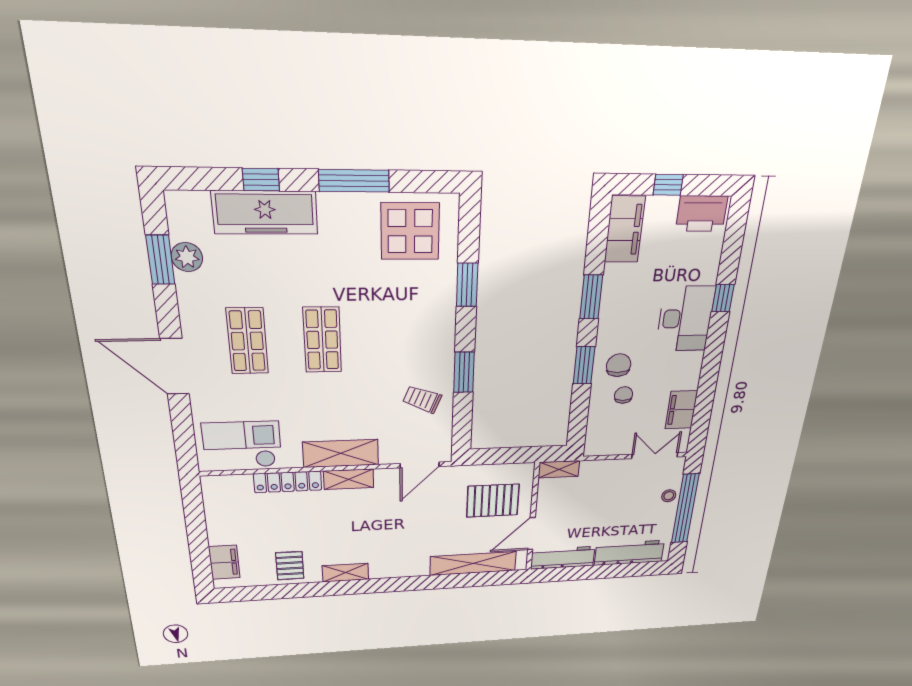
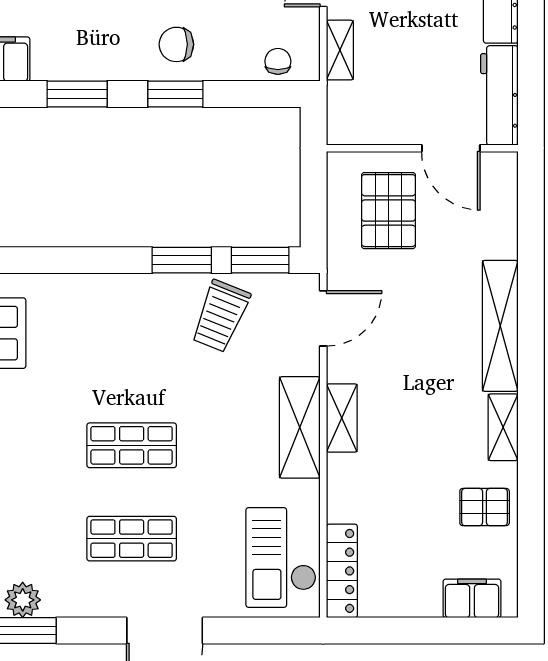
window: (467, 285) -> (260, 260), moved
chair: (624, 395) -> (278, 61), moved, turned 90
trolley: (422, 399) -> (220, 316), width x1.36, depth x1.39
door: (420, 465) -> (323, 318), hinge flipped
shelving: (559, 469) -> (340, 50), moved
locker: (288, 482) -> (342, 571), moved
shelving: (473, 563) -> (500, 326), moved

